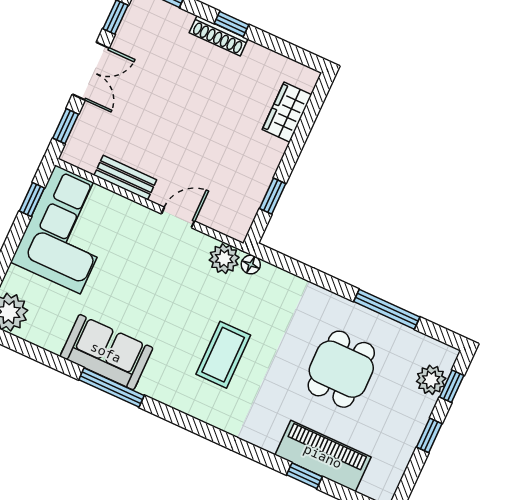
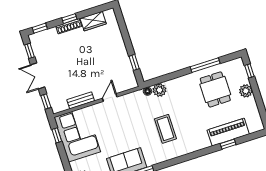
double door: (91, 71) -> (38, 76), swing flipped
wardrobe: (287, 112) -> (93, 21), moved, turned -90
plant: (224, 259) -> (159, 90), moved
dining table: (341, 369) -> (215, 89), moved
plant: (431, 380) -> (246, 91), moved
window: (429, 435) -> (257, 94), removed

